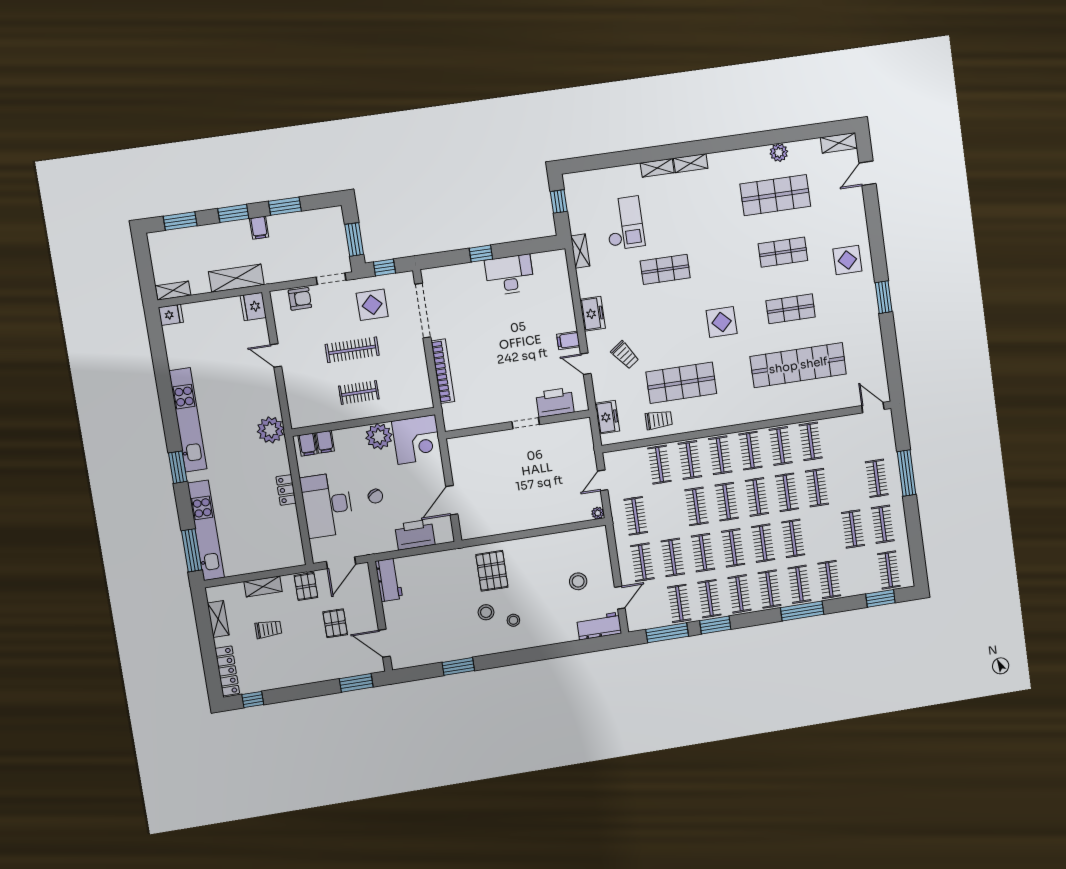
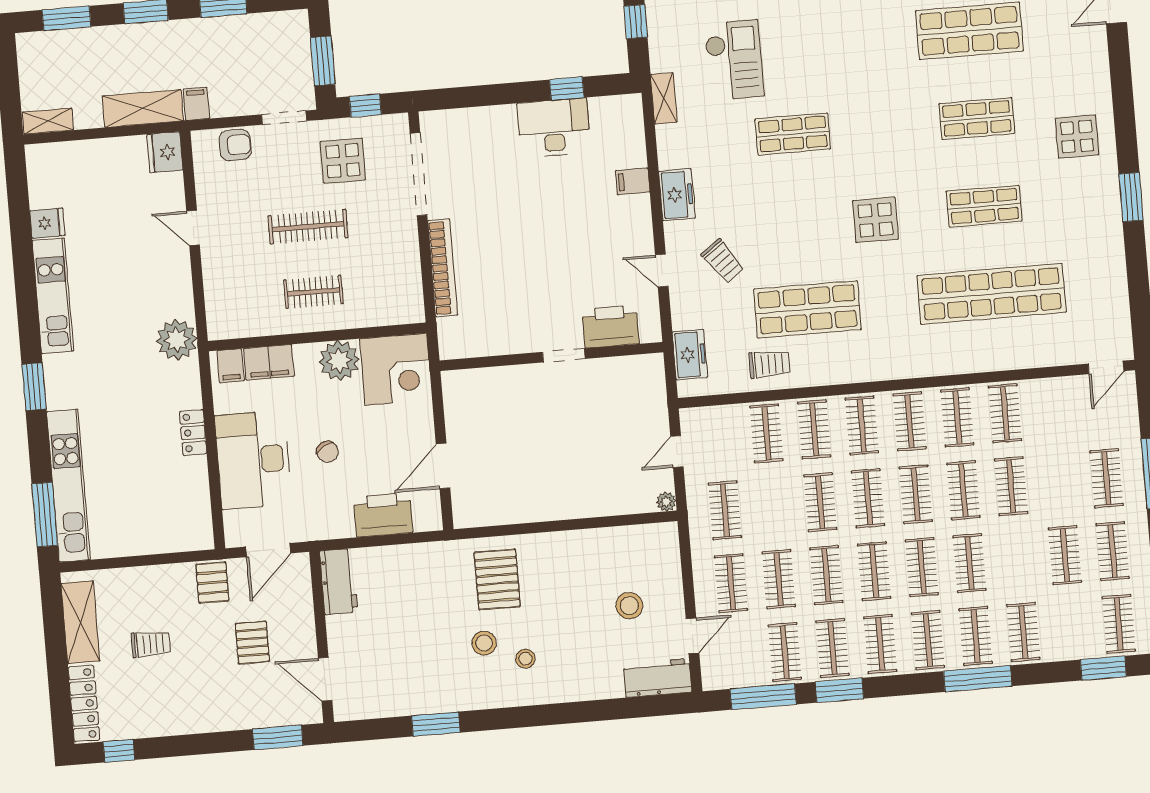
filing cabinet: (259, 228) -> (196, 104), moved, turned 180
window: (481, 254) -> (567, 89), moved
fridge: (171, 315) -> (47, 223), moved
filing cabinet: (568, 340) -> (633, 181), moved
door: (873, 408) -> (1106, 367), swing flipped
kitchen unit: (188, 420) -> (53, 296), width x0.73
filing cabinet: (325, 442) -> (269, 362), width x2.00
shelving: (263, 587) -> (148, 578), removed
shelving: (218, 619) -> (80, 622), width x1.50, depth x1.33

